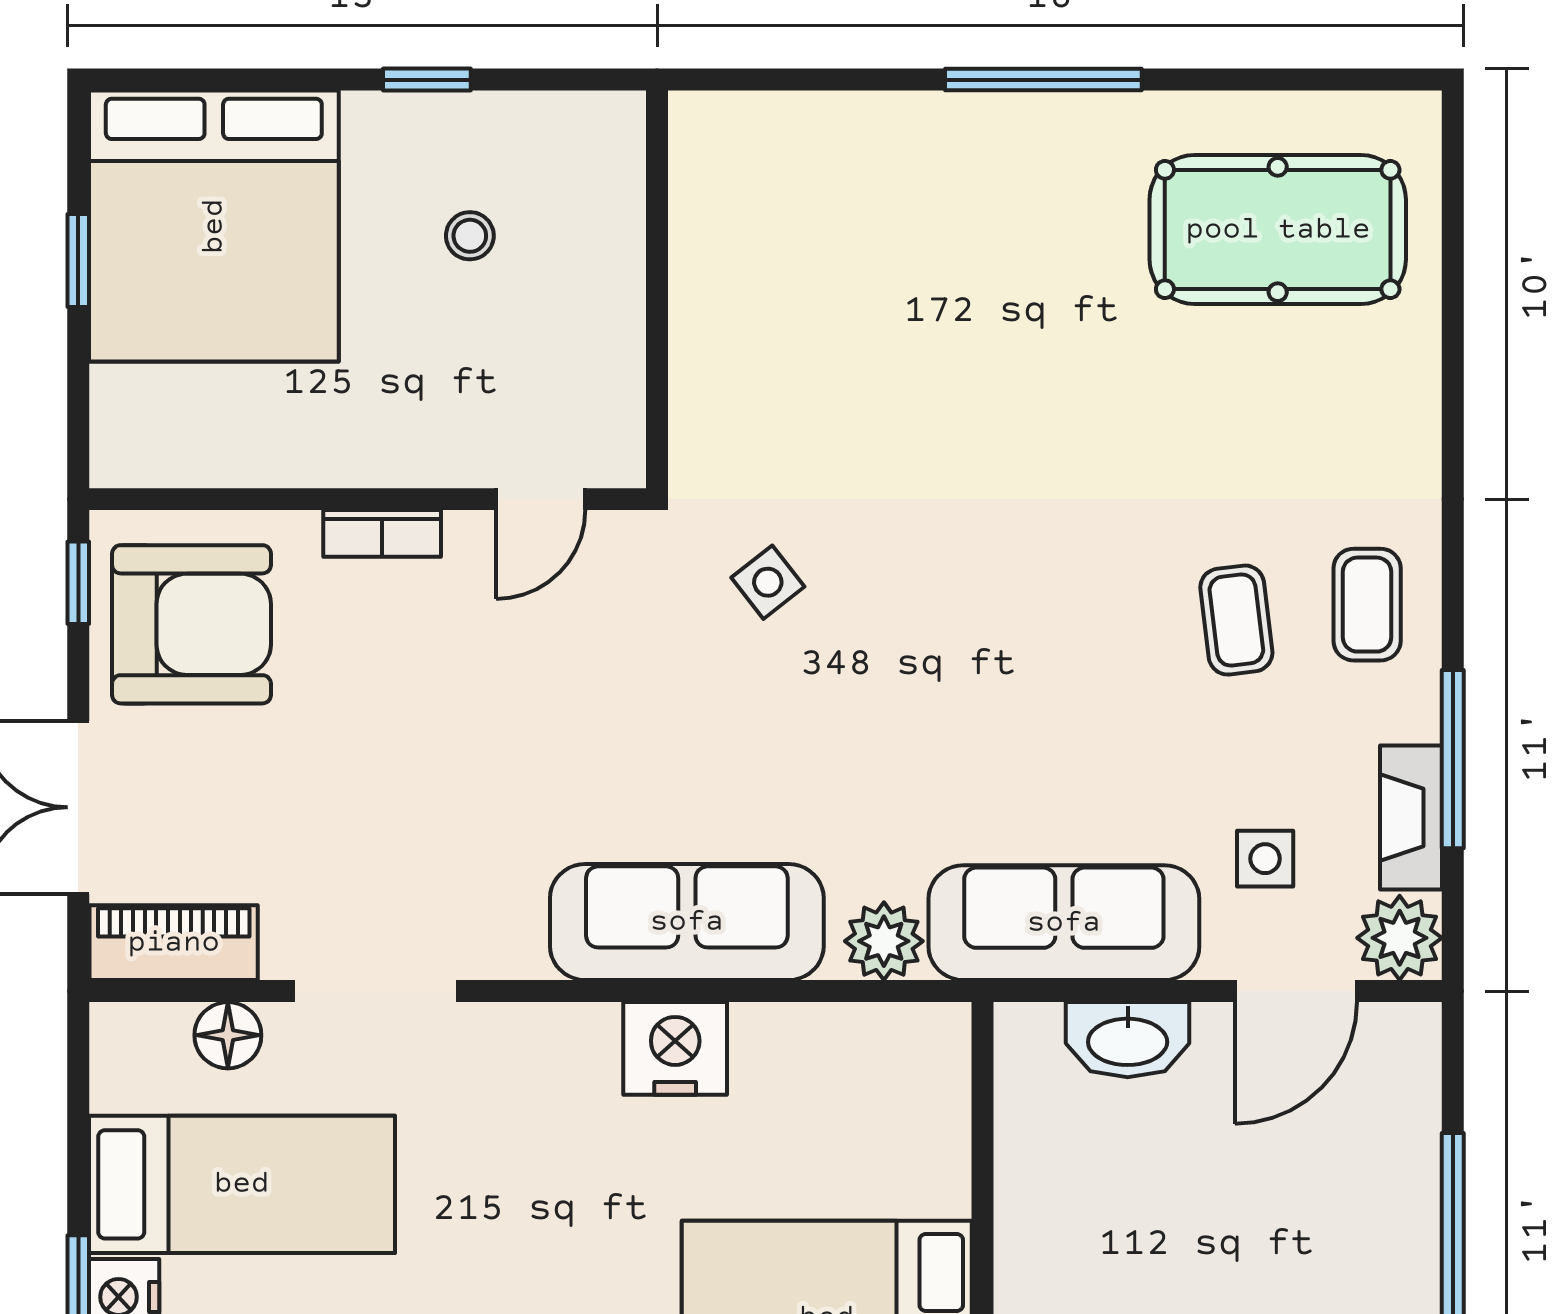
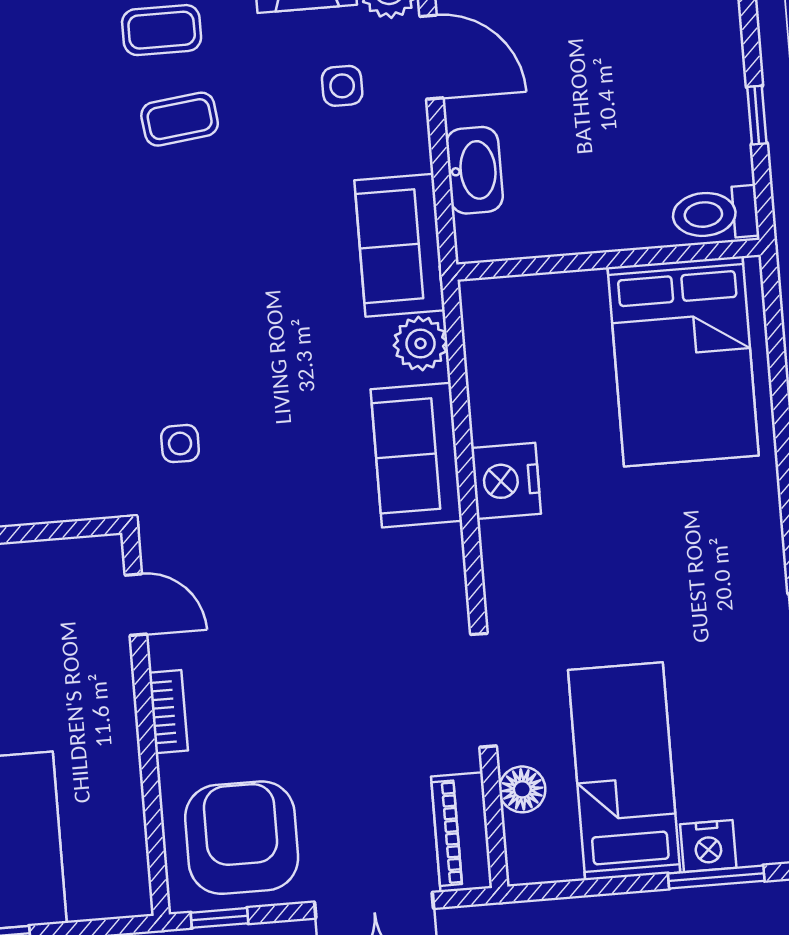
side table: (768, 582) -> (180, 444), turned 38
sofa: (687, 922) -> (416, 455), width x0.73
sofa: (1064, 923) -> (400, 245), width x0.73

